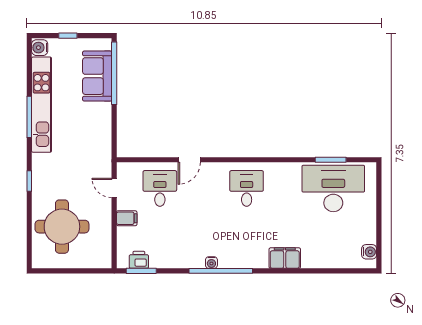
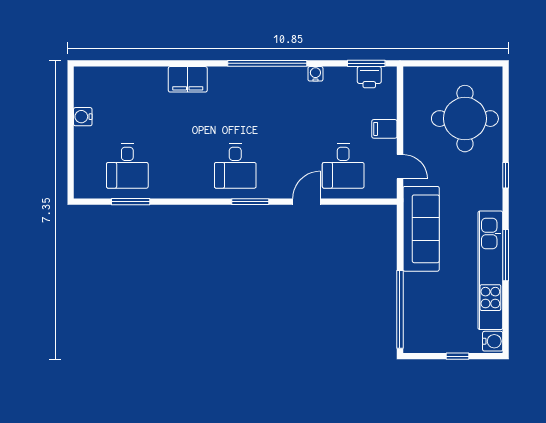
sofa: (97, 76) -> (421, 229), moved, width x1.36
window: (235, 160) -> (250, 202), added
desk: (333, 188) -> (127, 166), width x0.53, depth x0.77
water cooler: (369, 252) -> (83, 117), moved
water cooler: (211, 263) -> (315, 74), moved

